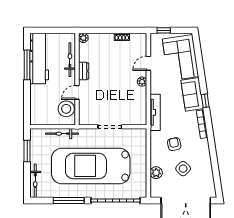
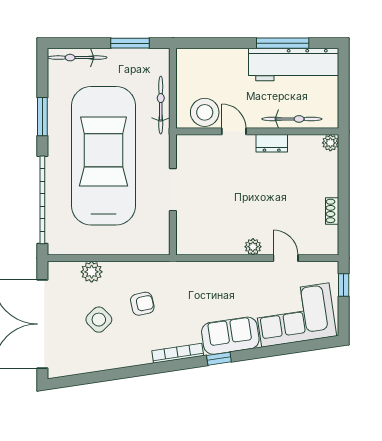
tv unit: (155, 112) -> (199, 270), removed
window: (69, 200) -> (42, 117), width x0.69

